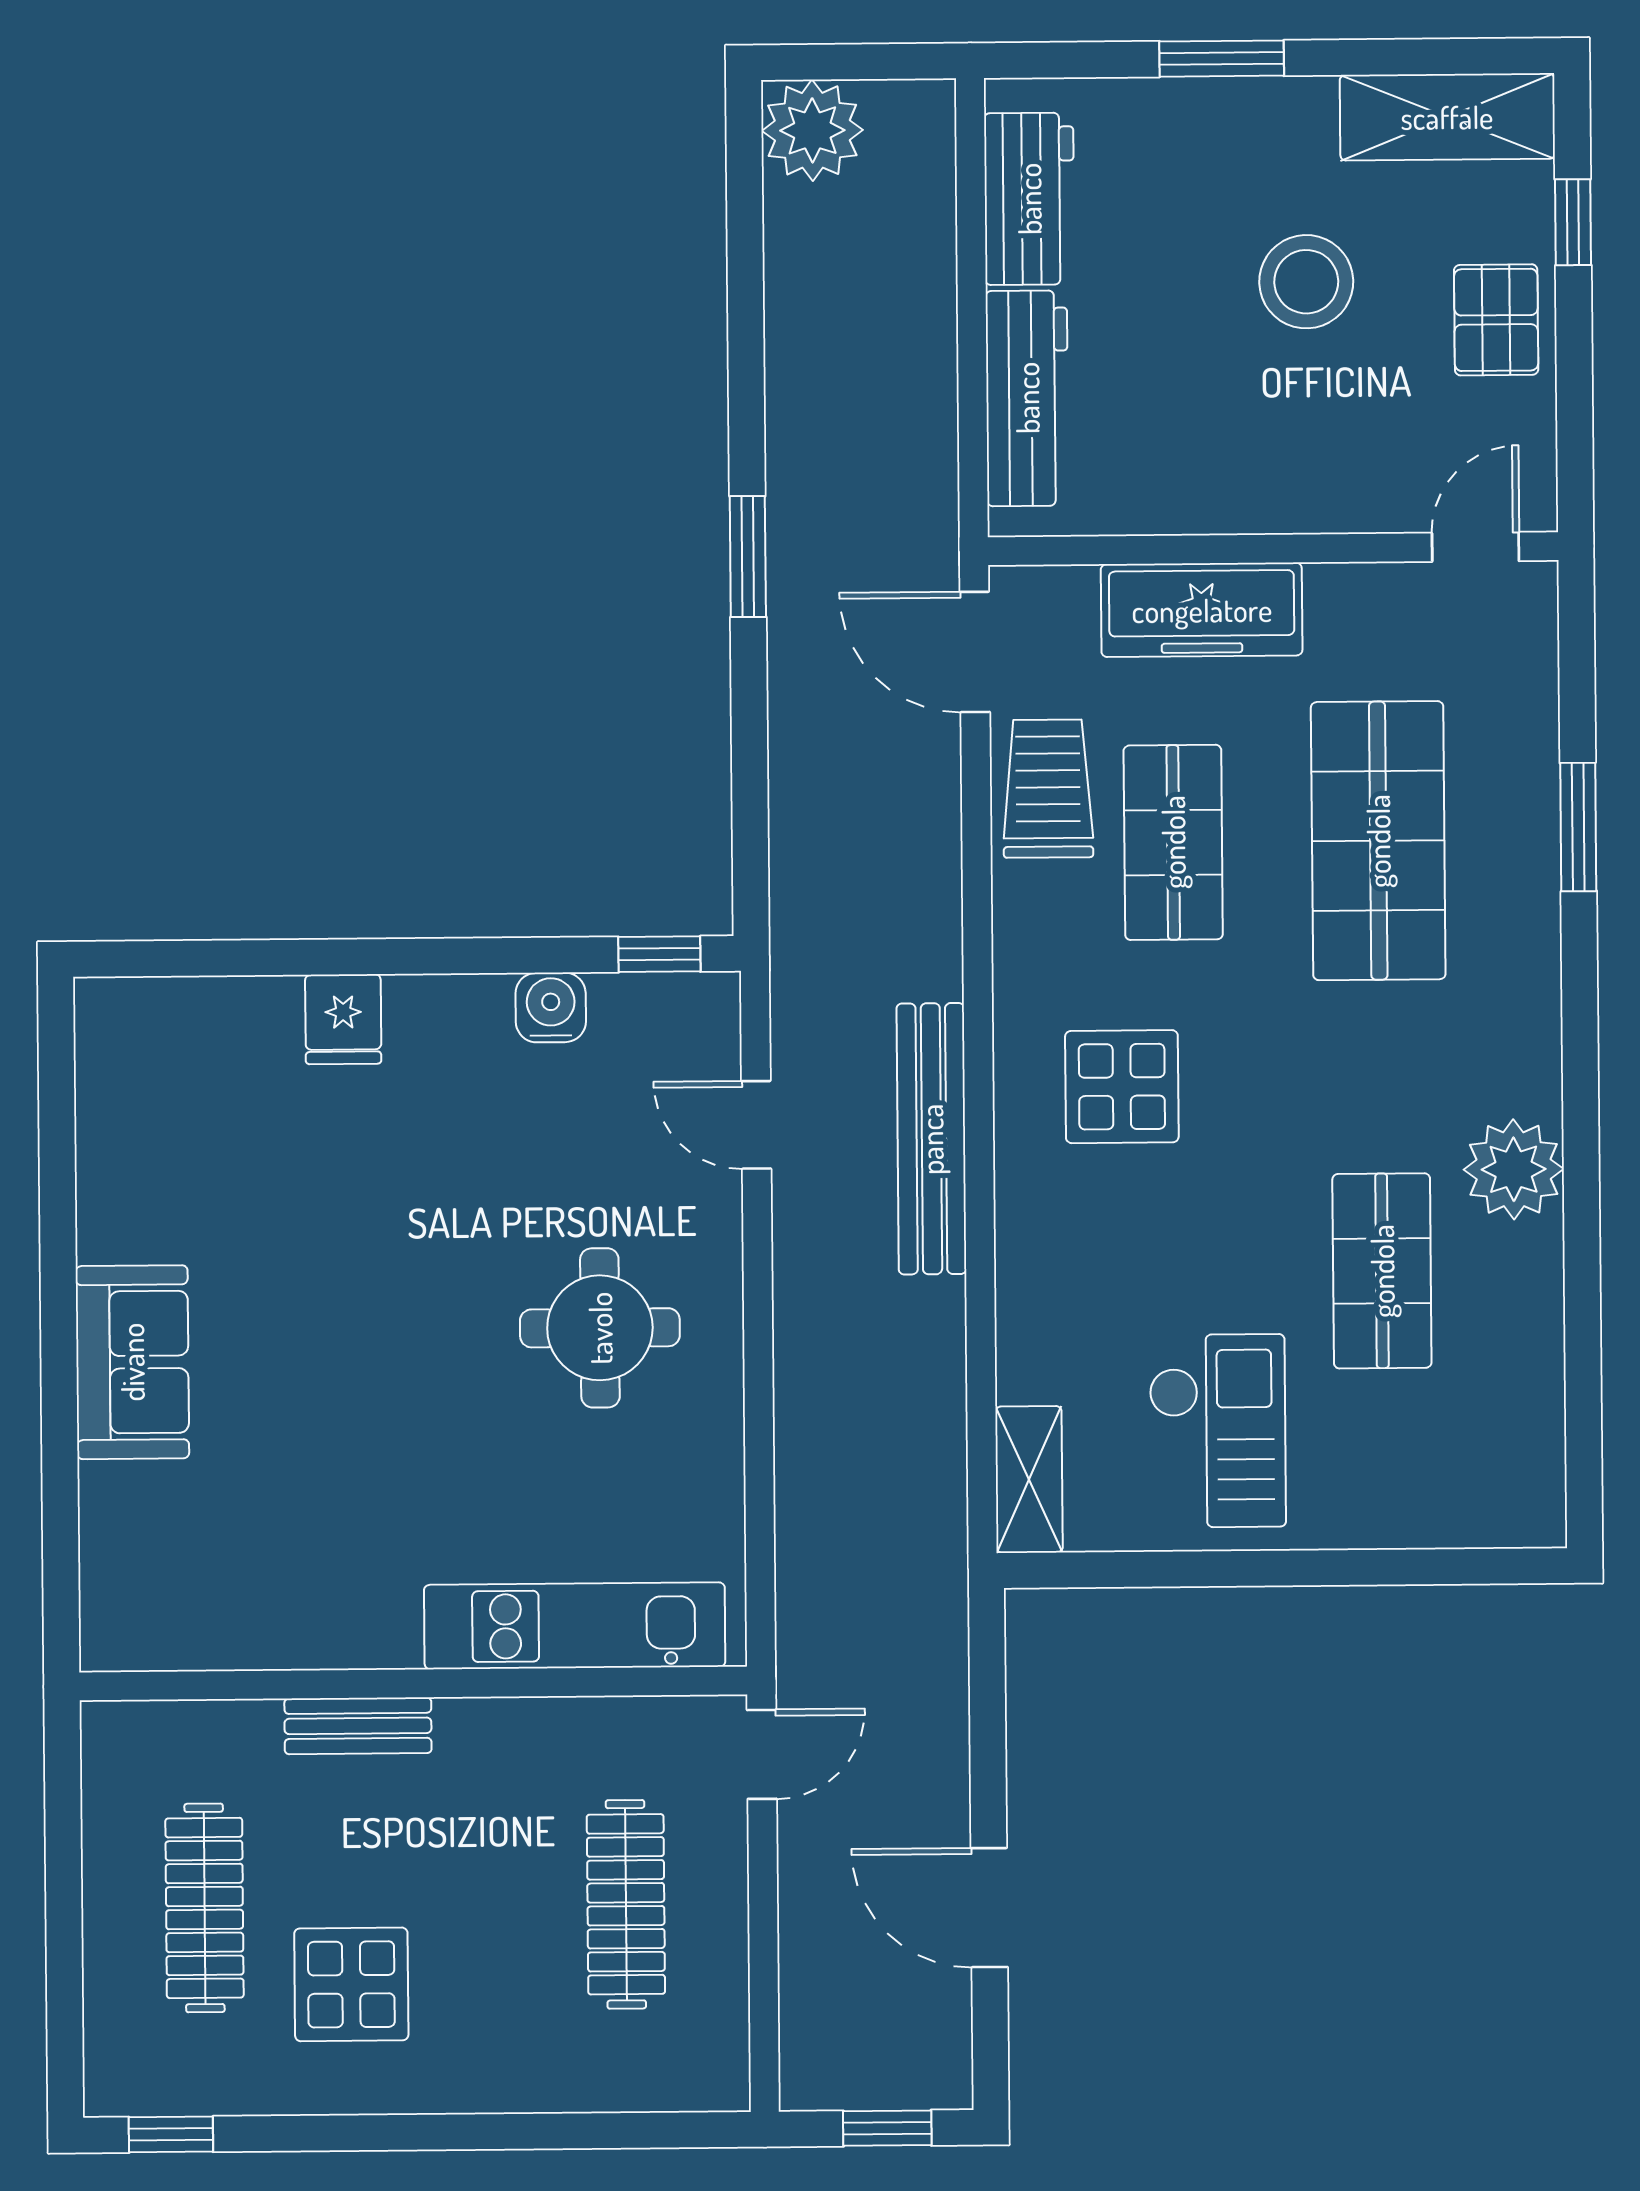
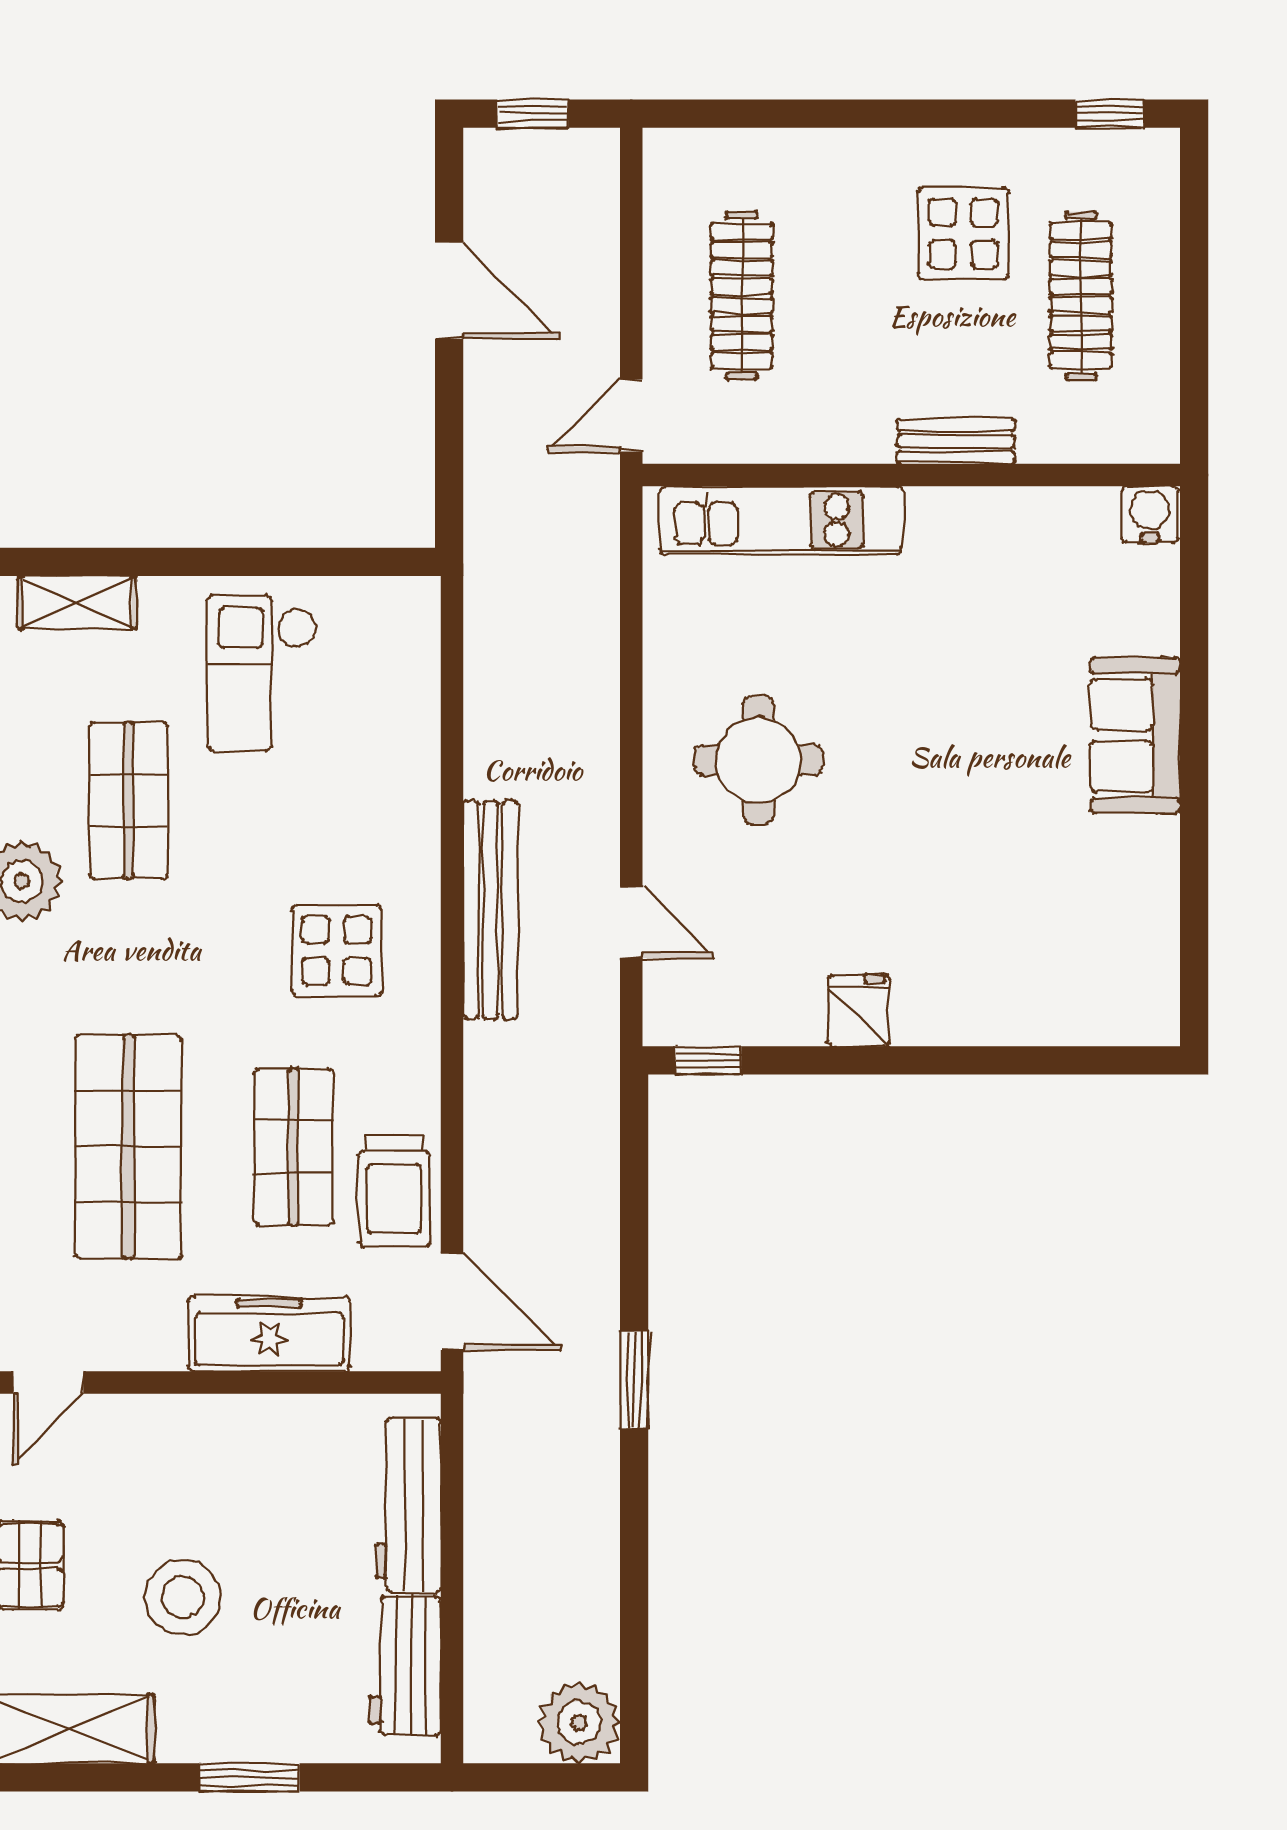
water cooler: (551, 1007) -> (1150, 514), moved, turned 180
fridge: (343, 1019) -> (859, 1010), moved
shelving: (1029, 1479) -> (77, 602), moved, turned 90

